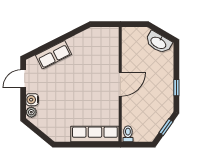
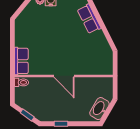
row of seats: (95, 134) -> (21, 61), width x0.68

